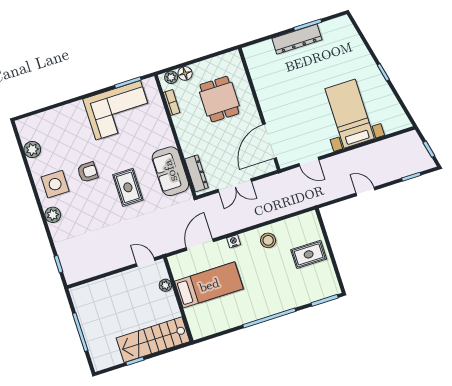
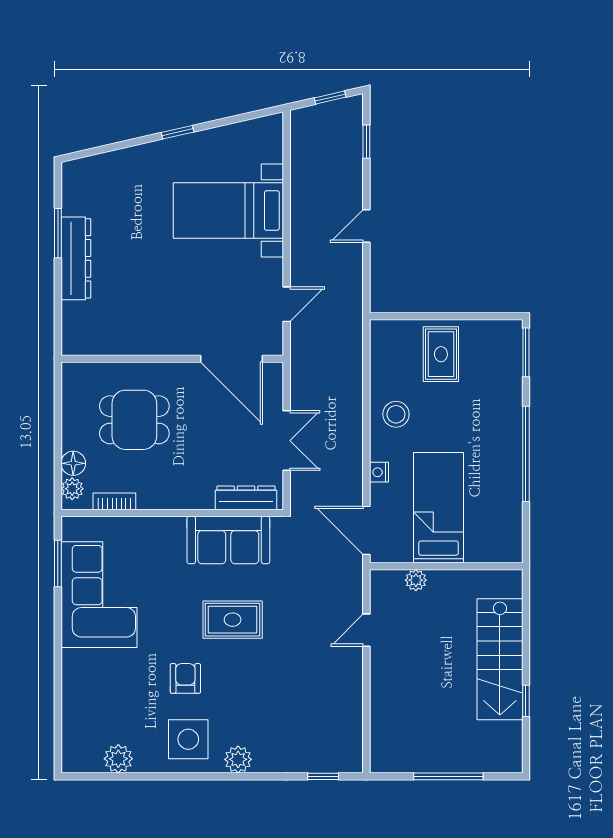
plant: (165, 285) -> (416, 580), moved
bed: (209, 285) -> (438, 508), moved
wall: (178, 299) -> (446, 566), moved

